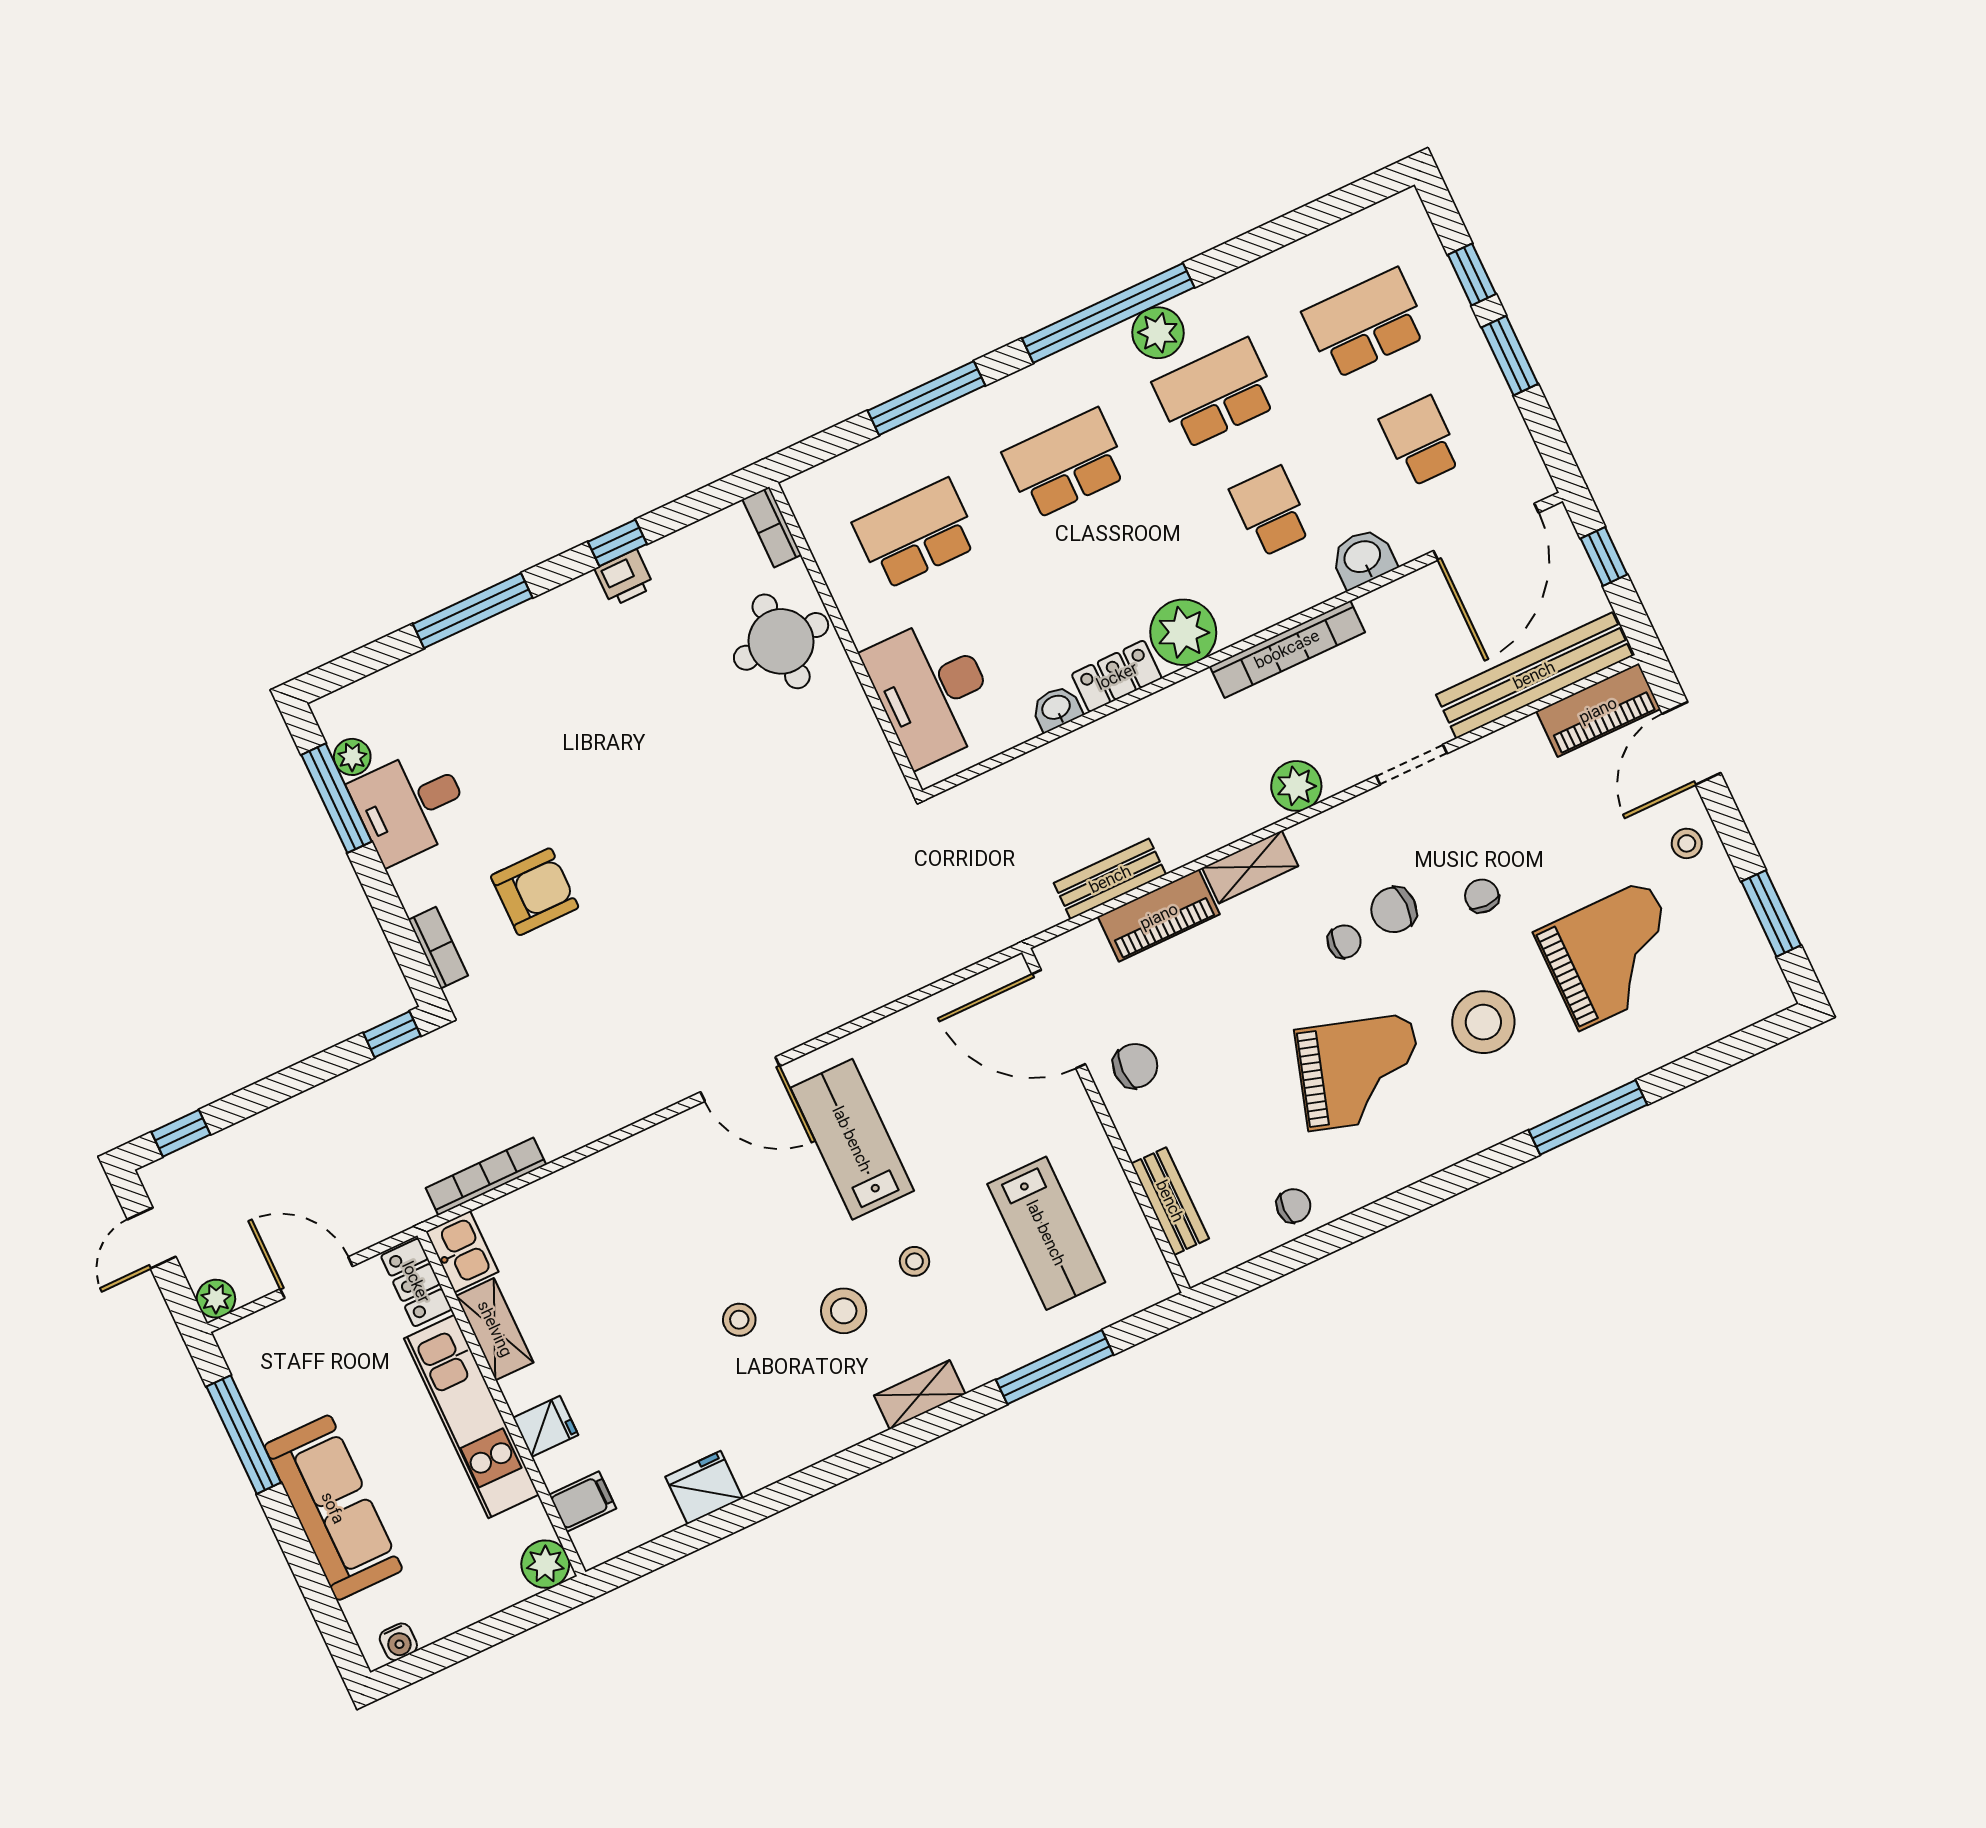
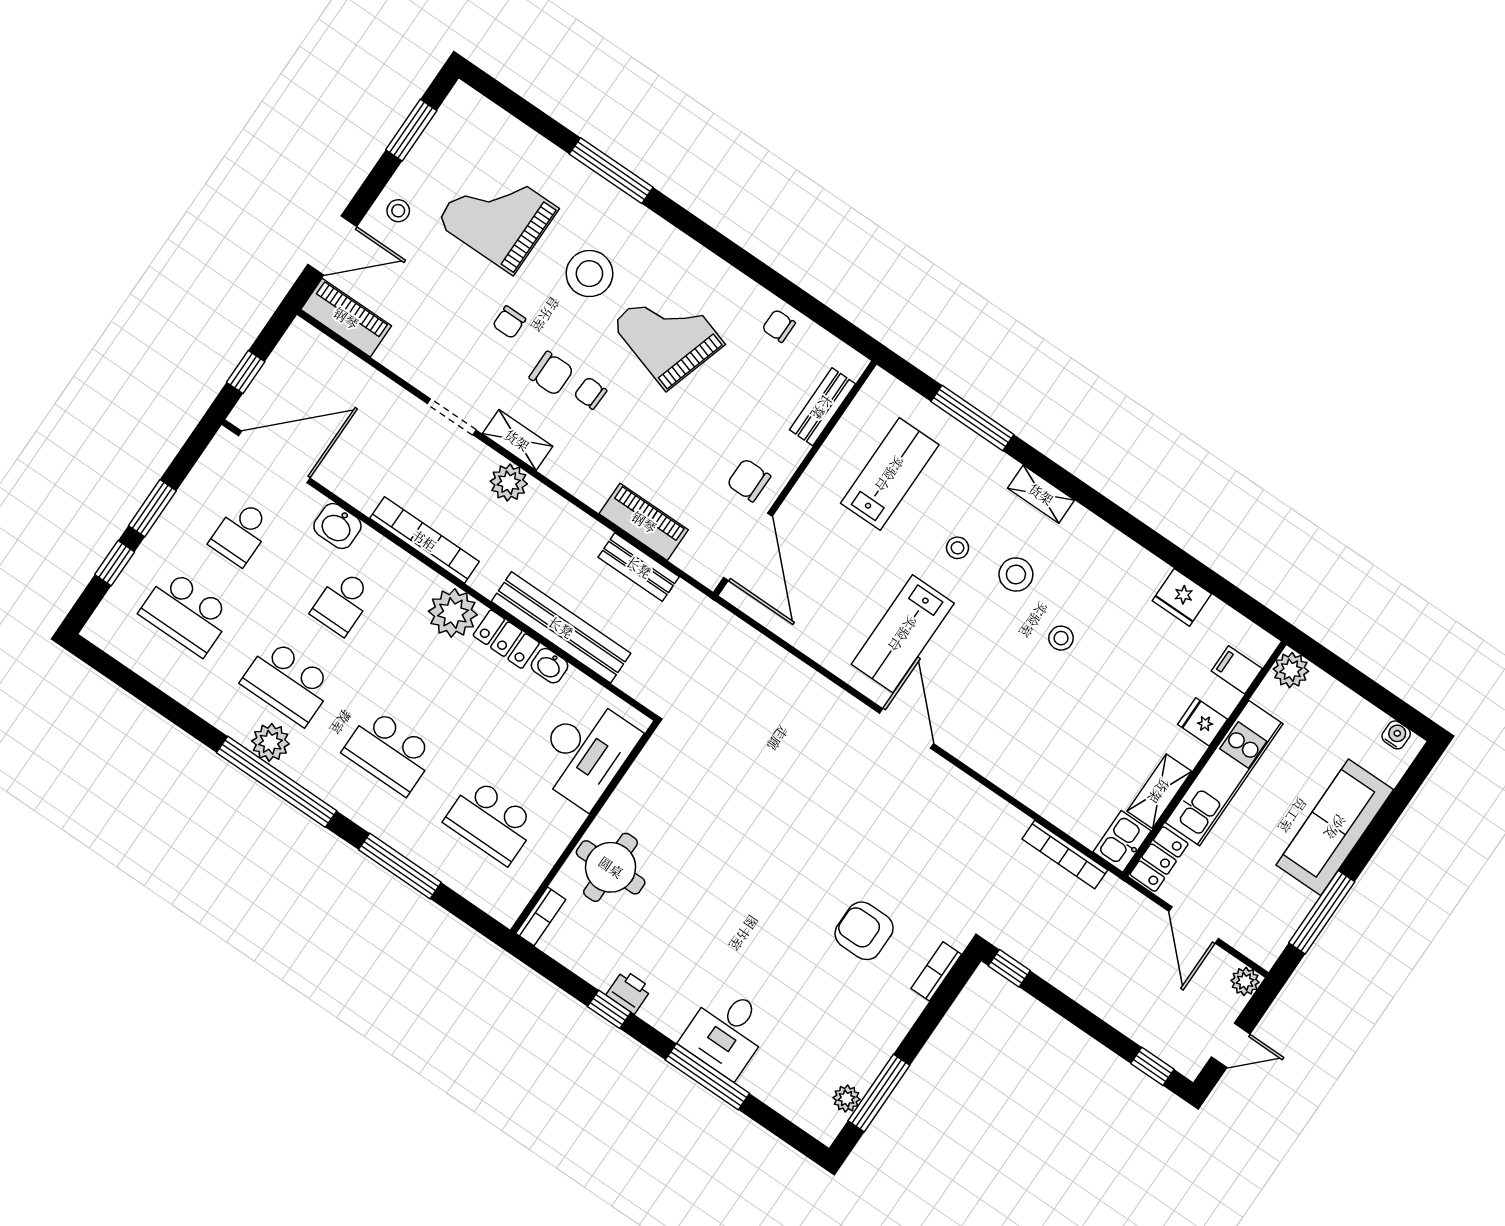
bench: (1534, 675) -> (561, 627), moved
desk: (411, 805) -> (726, 1032), moved, turned 90
shelving: (1250, 867) -> (517, 440), moved

